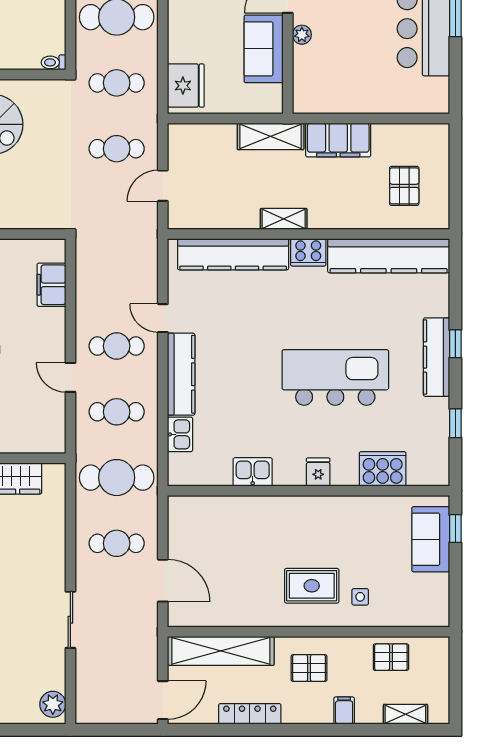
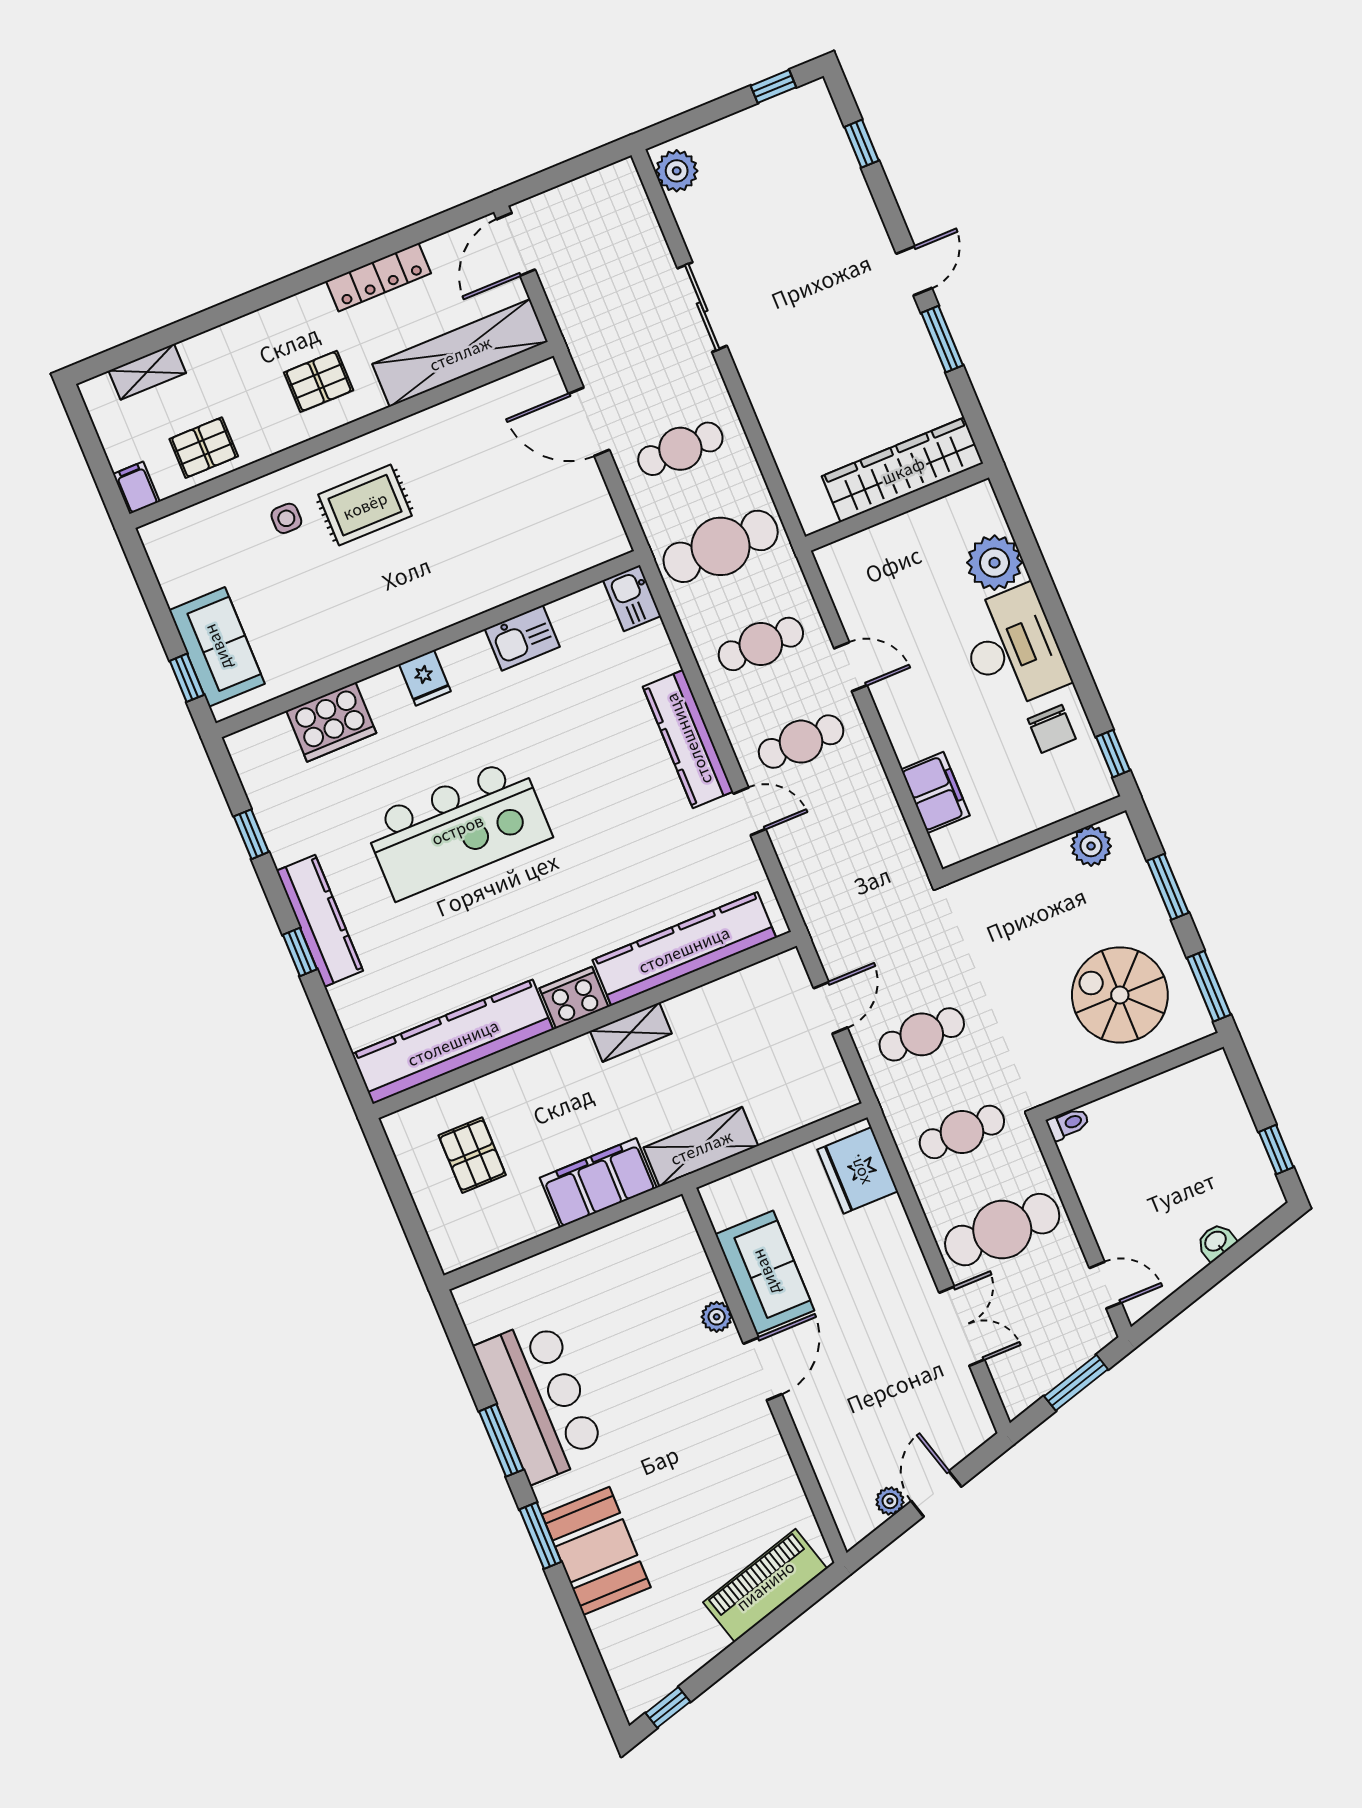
kitchen sink: (180, 434) -> (632, 598), moved
filing cabinet: (344, 711) -> (136, 488), moved, turned 180

